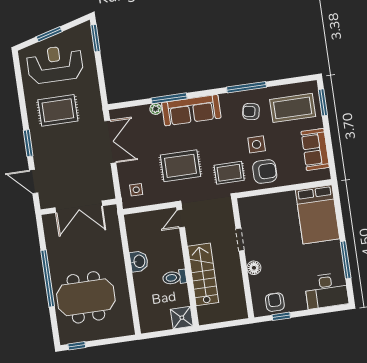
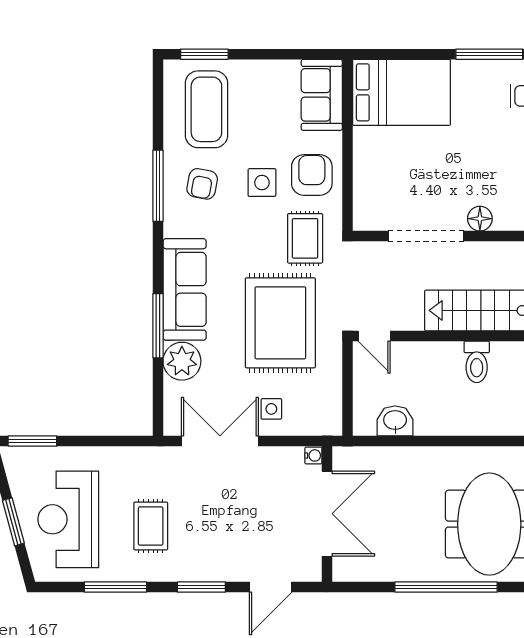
window: (21, 96) -> (115, 587), added
plant: (156, 109) -> (182, 361), width x1.87, depth x1.87
rug: (58, 110) -> (151, 526), width x0.73, depth x0.70
sofa: (315, 149) -> (322, 95), moved, turned 90
rug: (180, 166) -> (280, 323), width x1.37, depth x1.44
side table: (136, 190) -> (271, 409), moved
water cooler: (110, 195) -> (313, 455), added
doorway: (240, 239) -> (426, 236), width x1.87
washbasin: (139, 261) -> (395, 421), moved

